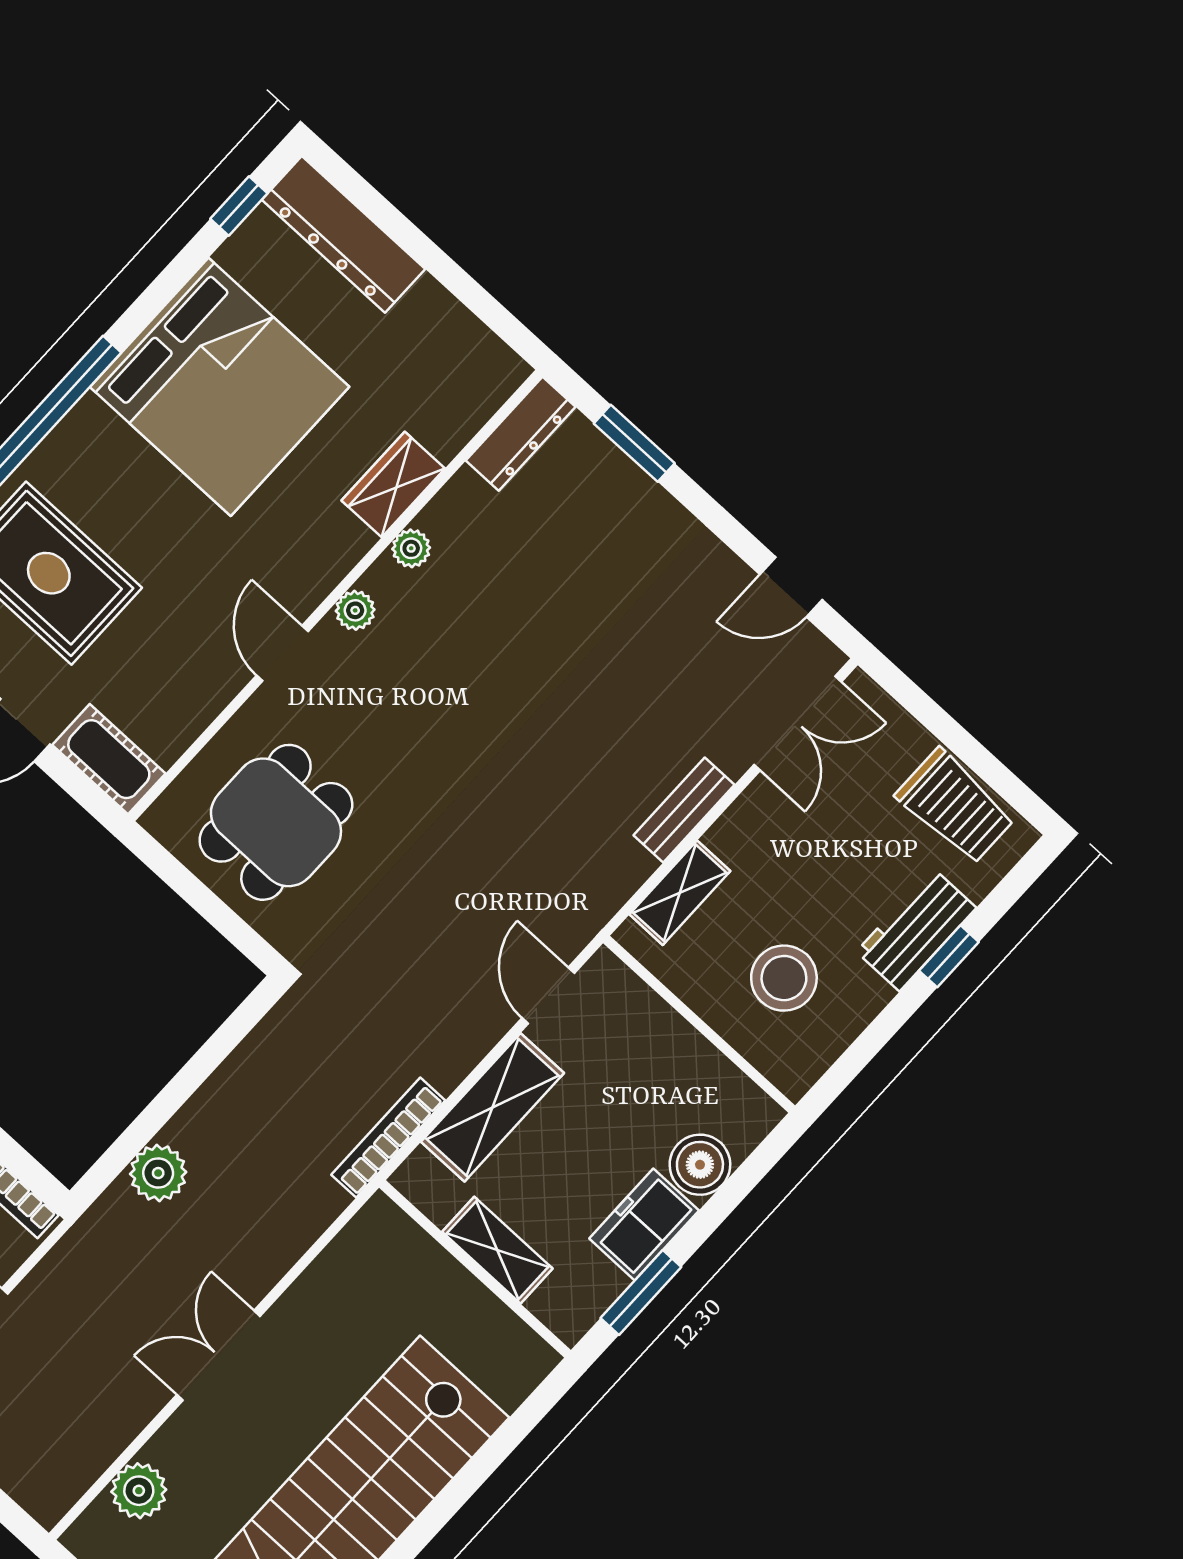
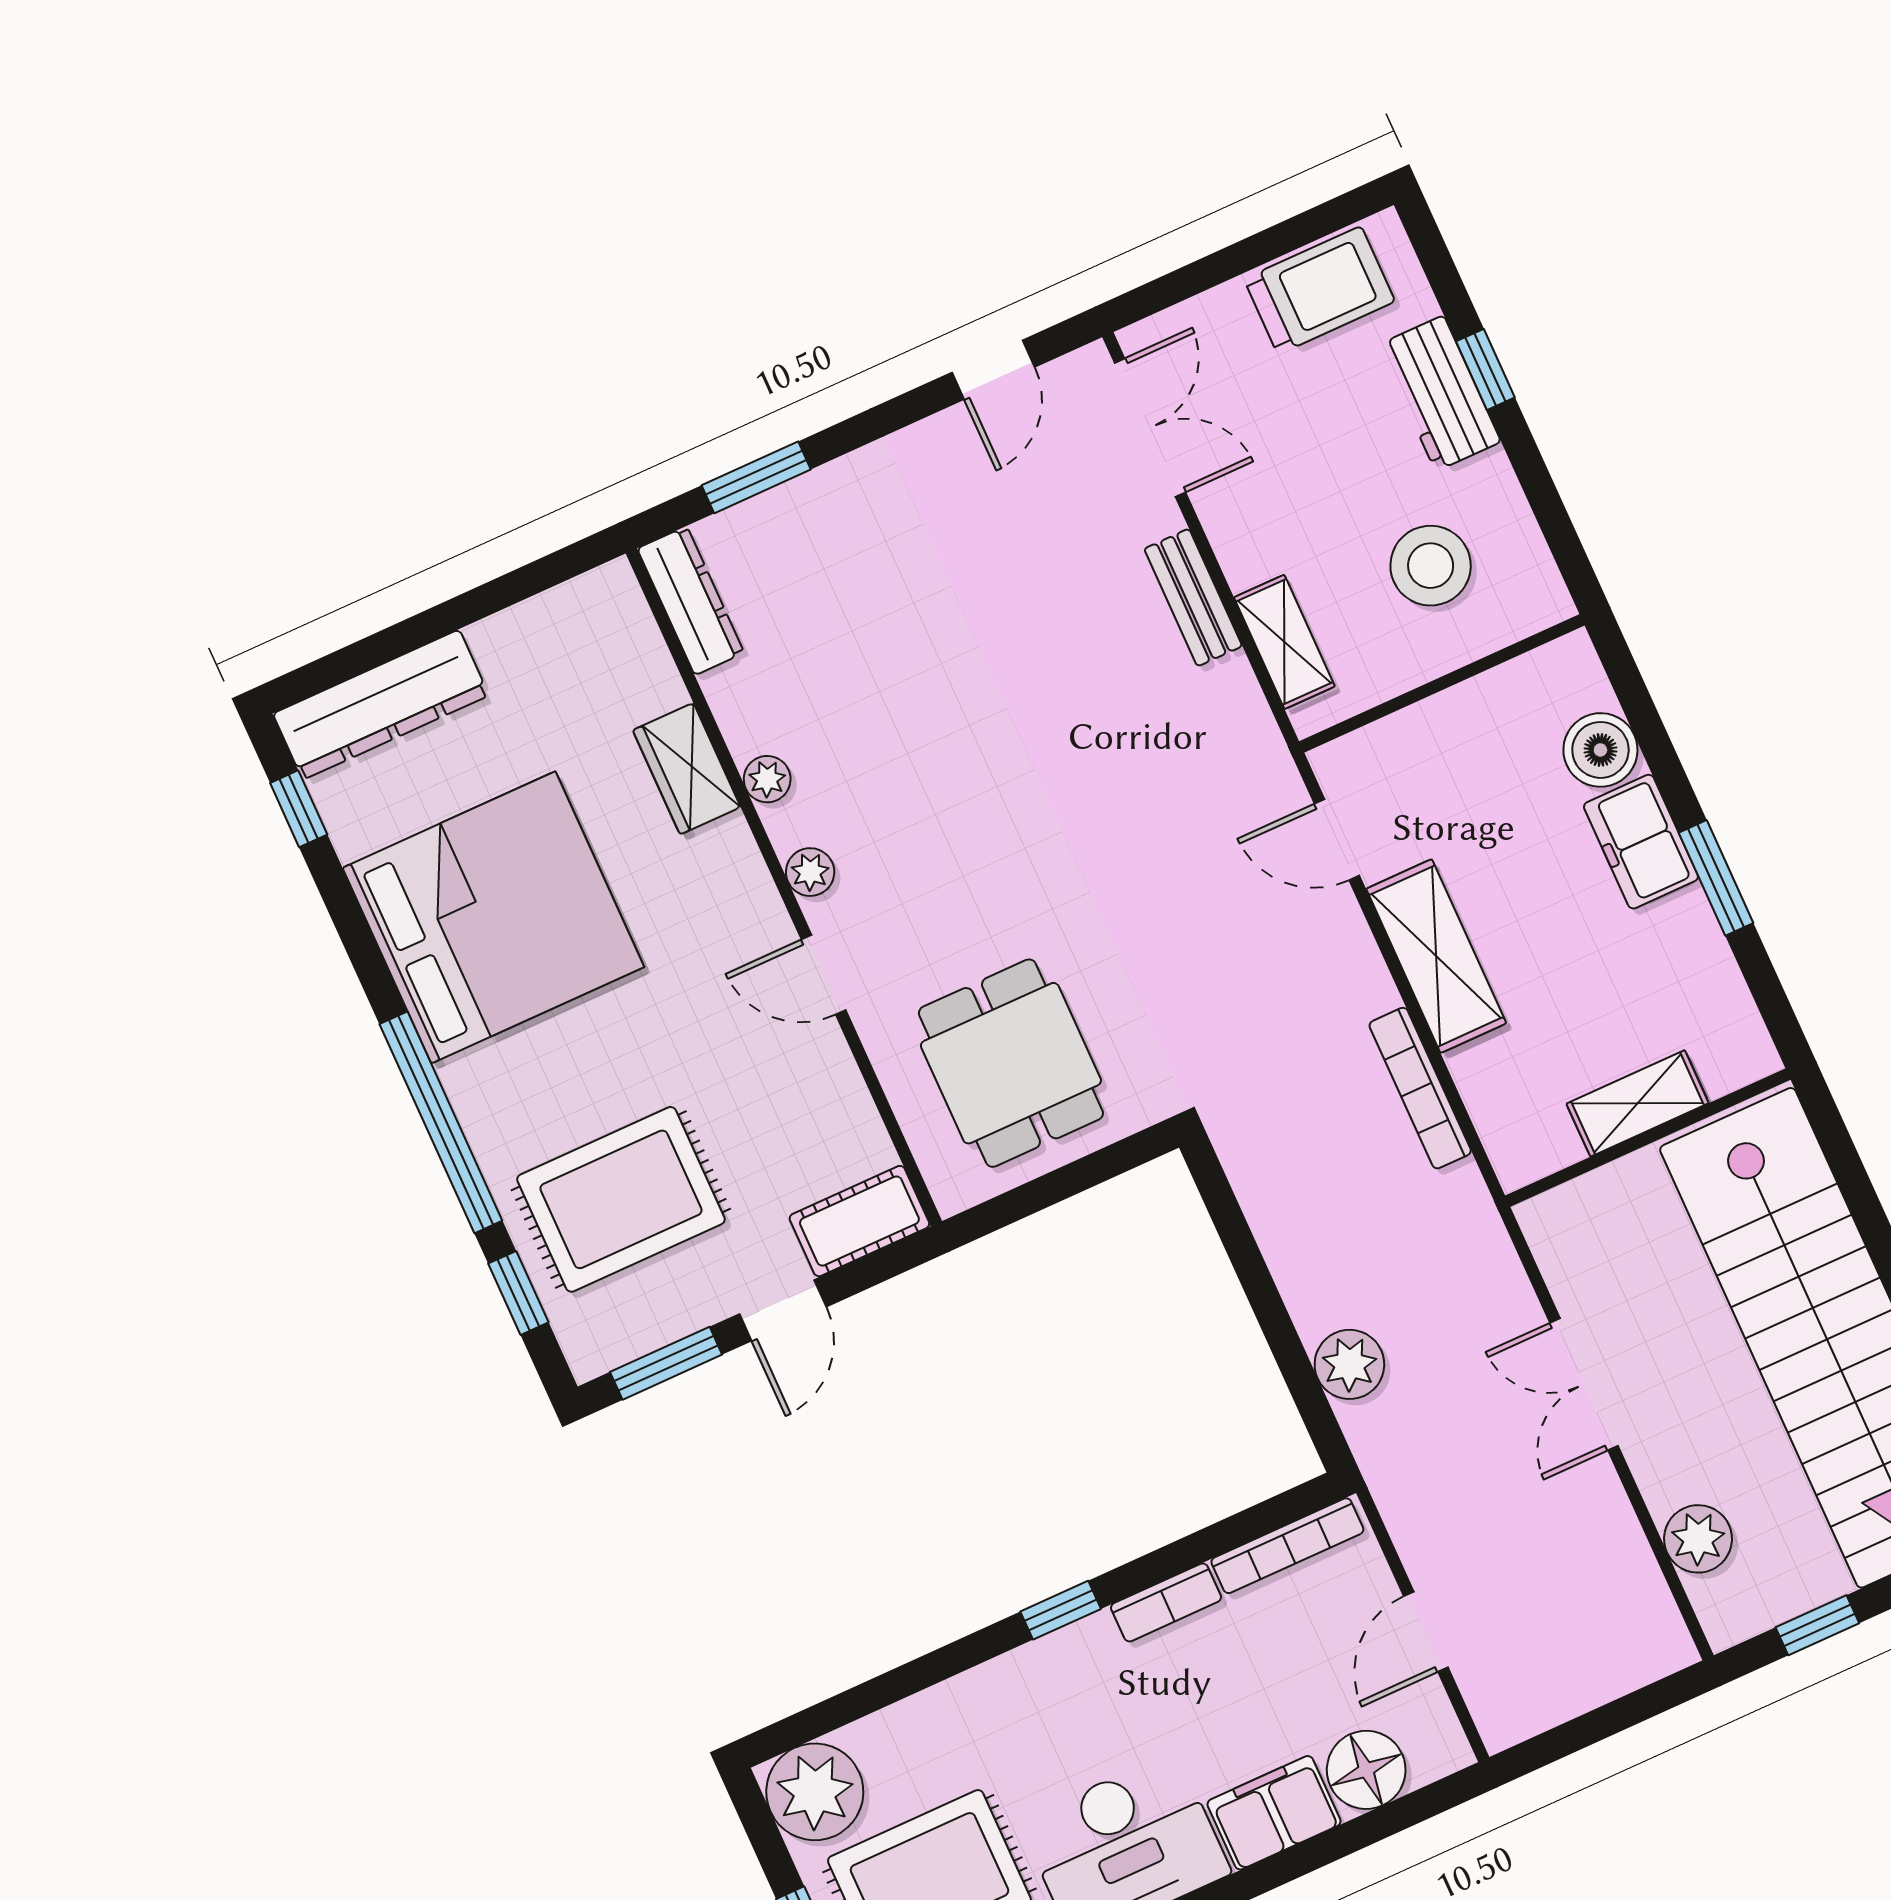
shelving: (497, 1250) -> (1638, 1103), moved
wall: (475, 1269) -> (1648, 1138), moved

